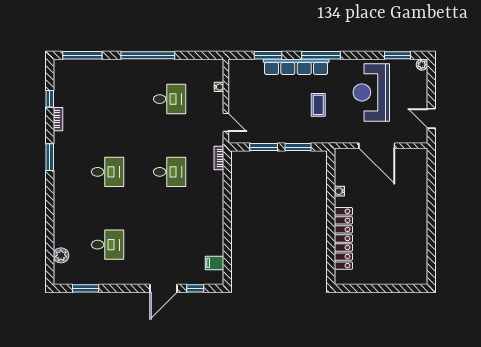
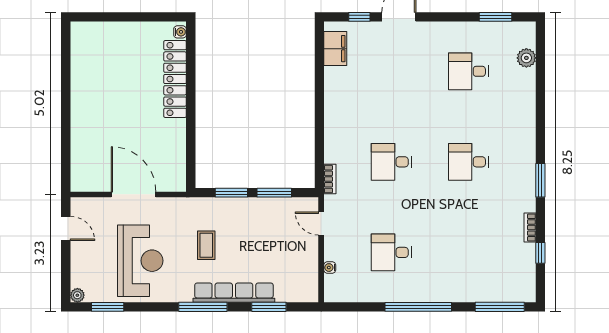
water cooler: (339, 191) -> (180, 32), moved
filing cabinet: (215, 263) -> (335, 49), width x2.00

